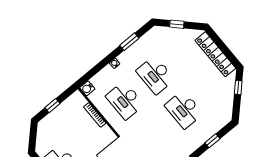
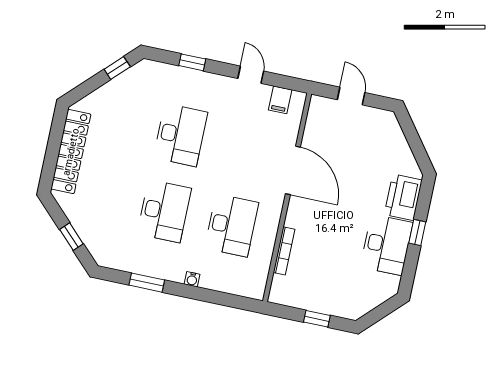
window: (238, 87) -> (117, 68), moved
water cooler: (87, 88) -> (256, 290), removed

